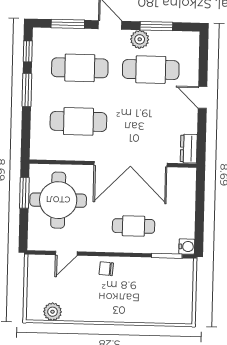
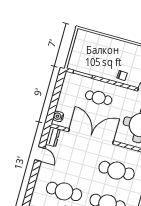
door: (202, 97) -> (40, 154), moved
water cooler: (187, 247) -> (58, 116), moved

